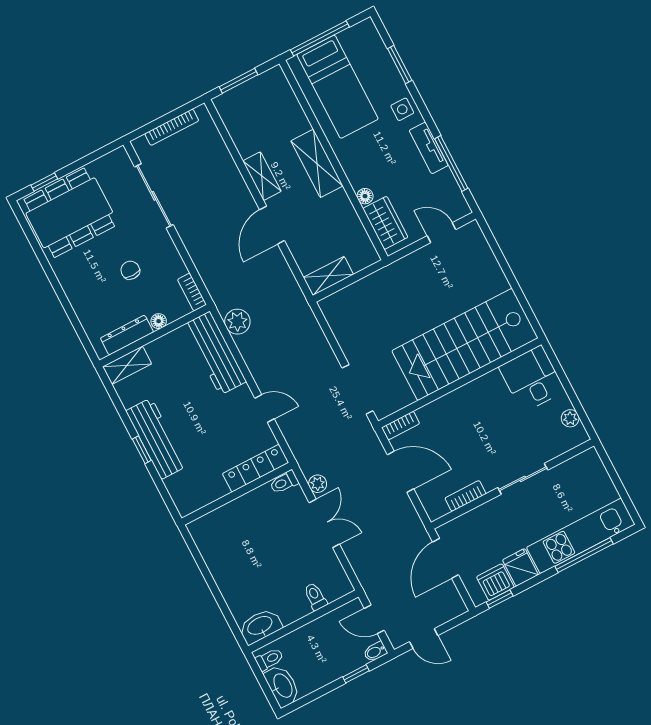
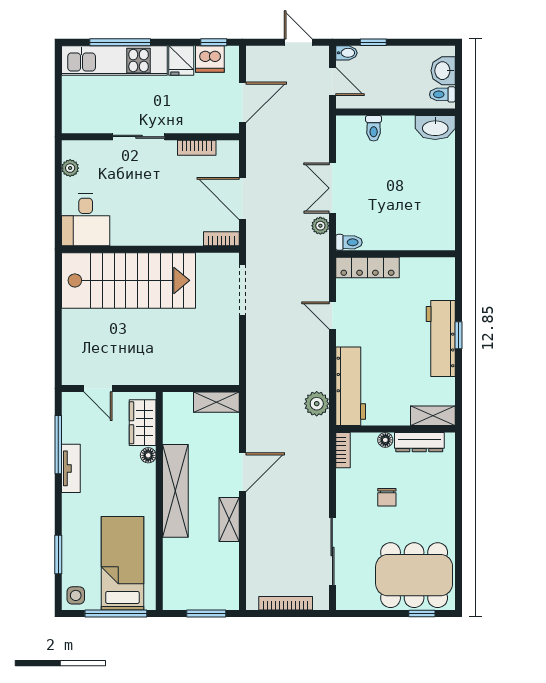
side table: (402, 109) -> (76, 595), moved
shelving: (317, 163) -> (175, 491), width x1.47
washbasin: (282, 686) -> (443, 71), width x0.72

